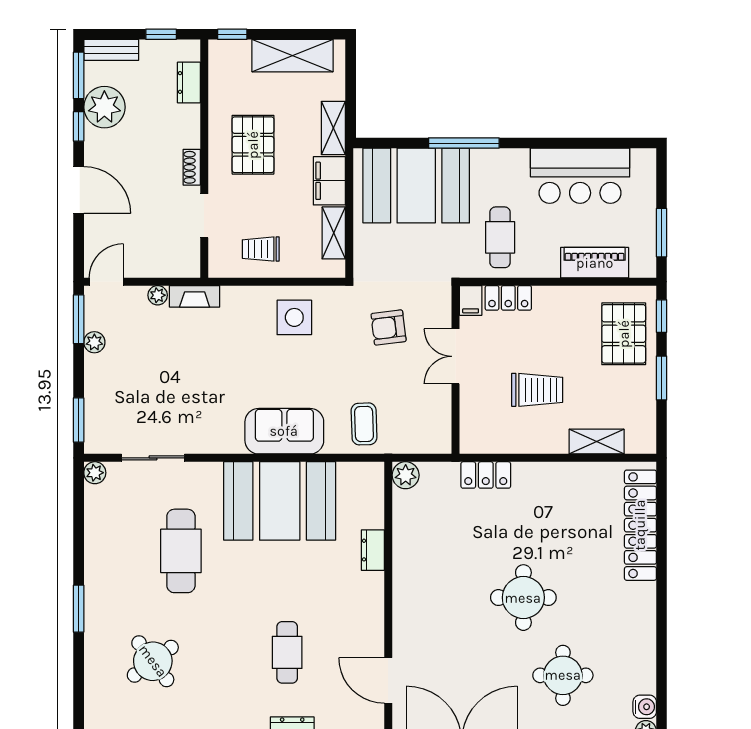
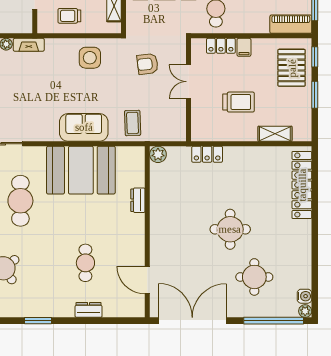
piano: (595, 263) -> (291, 24), moved
filing cabinet: (471, 300) -> (244, 47), moved

